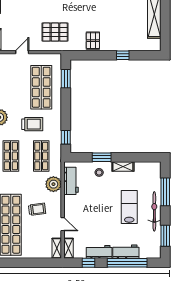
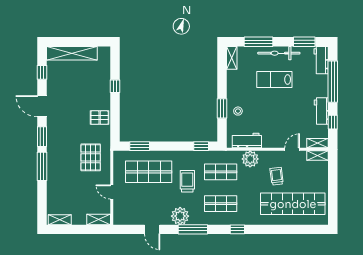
shelving: (123, 167) -> (232, 58), moved
workbench: (126, 252) -> (321, 60), moved

